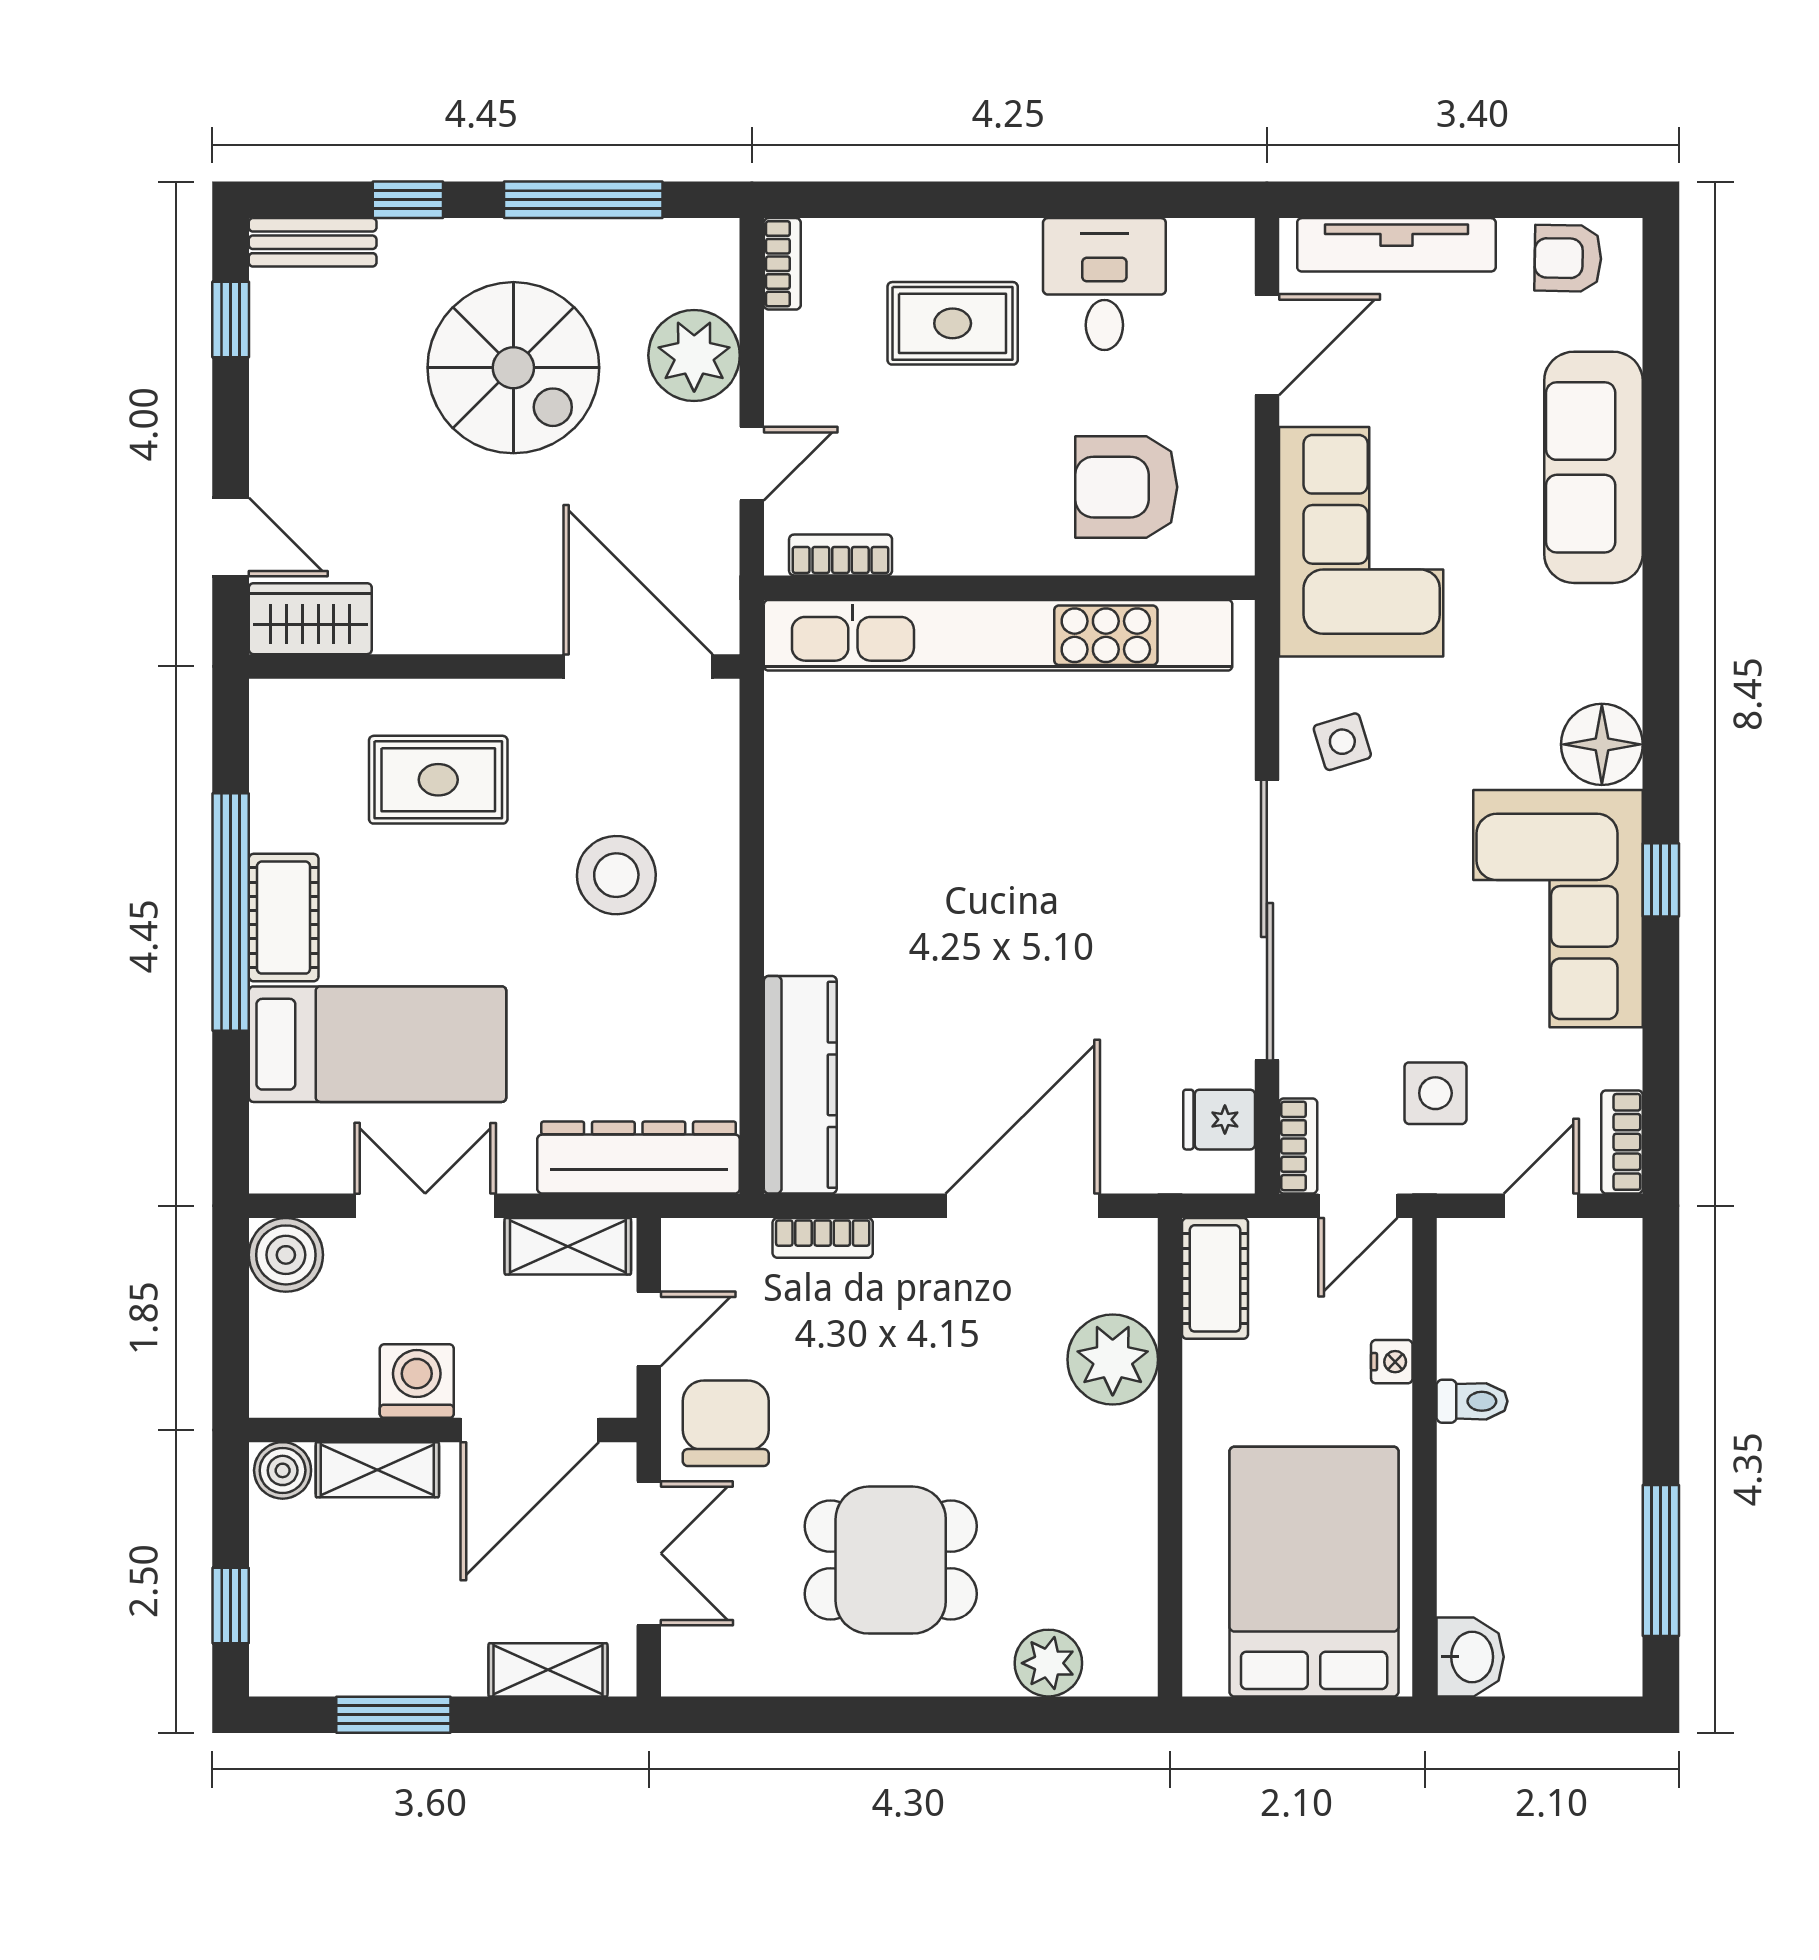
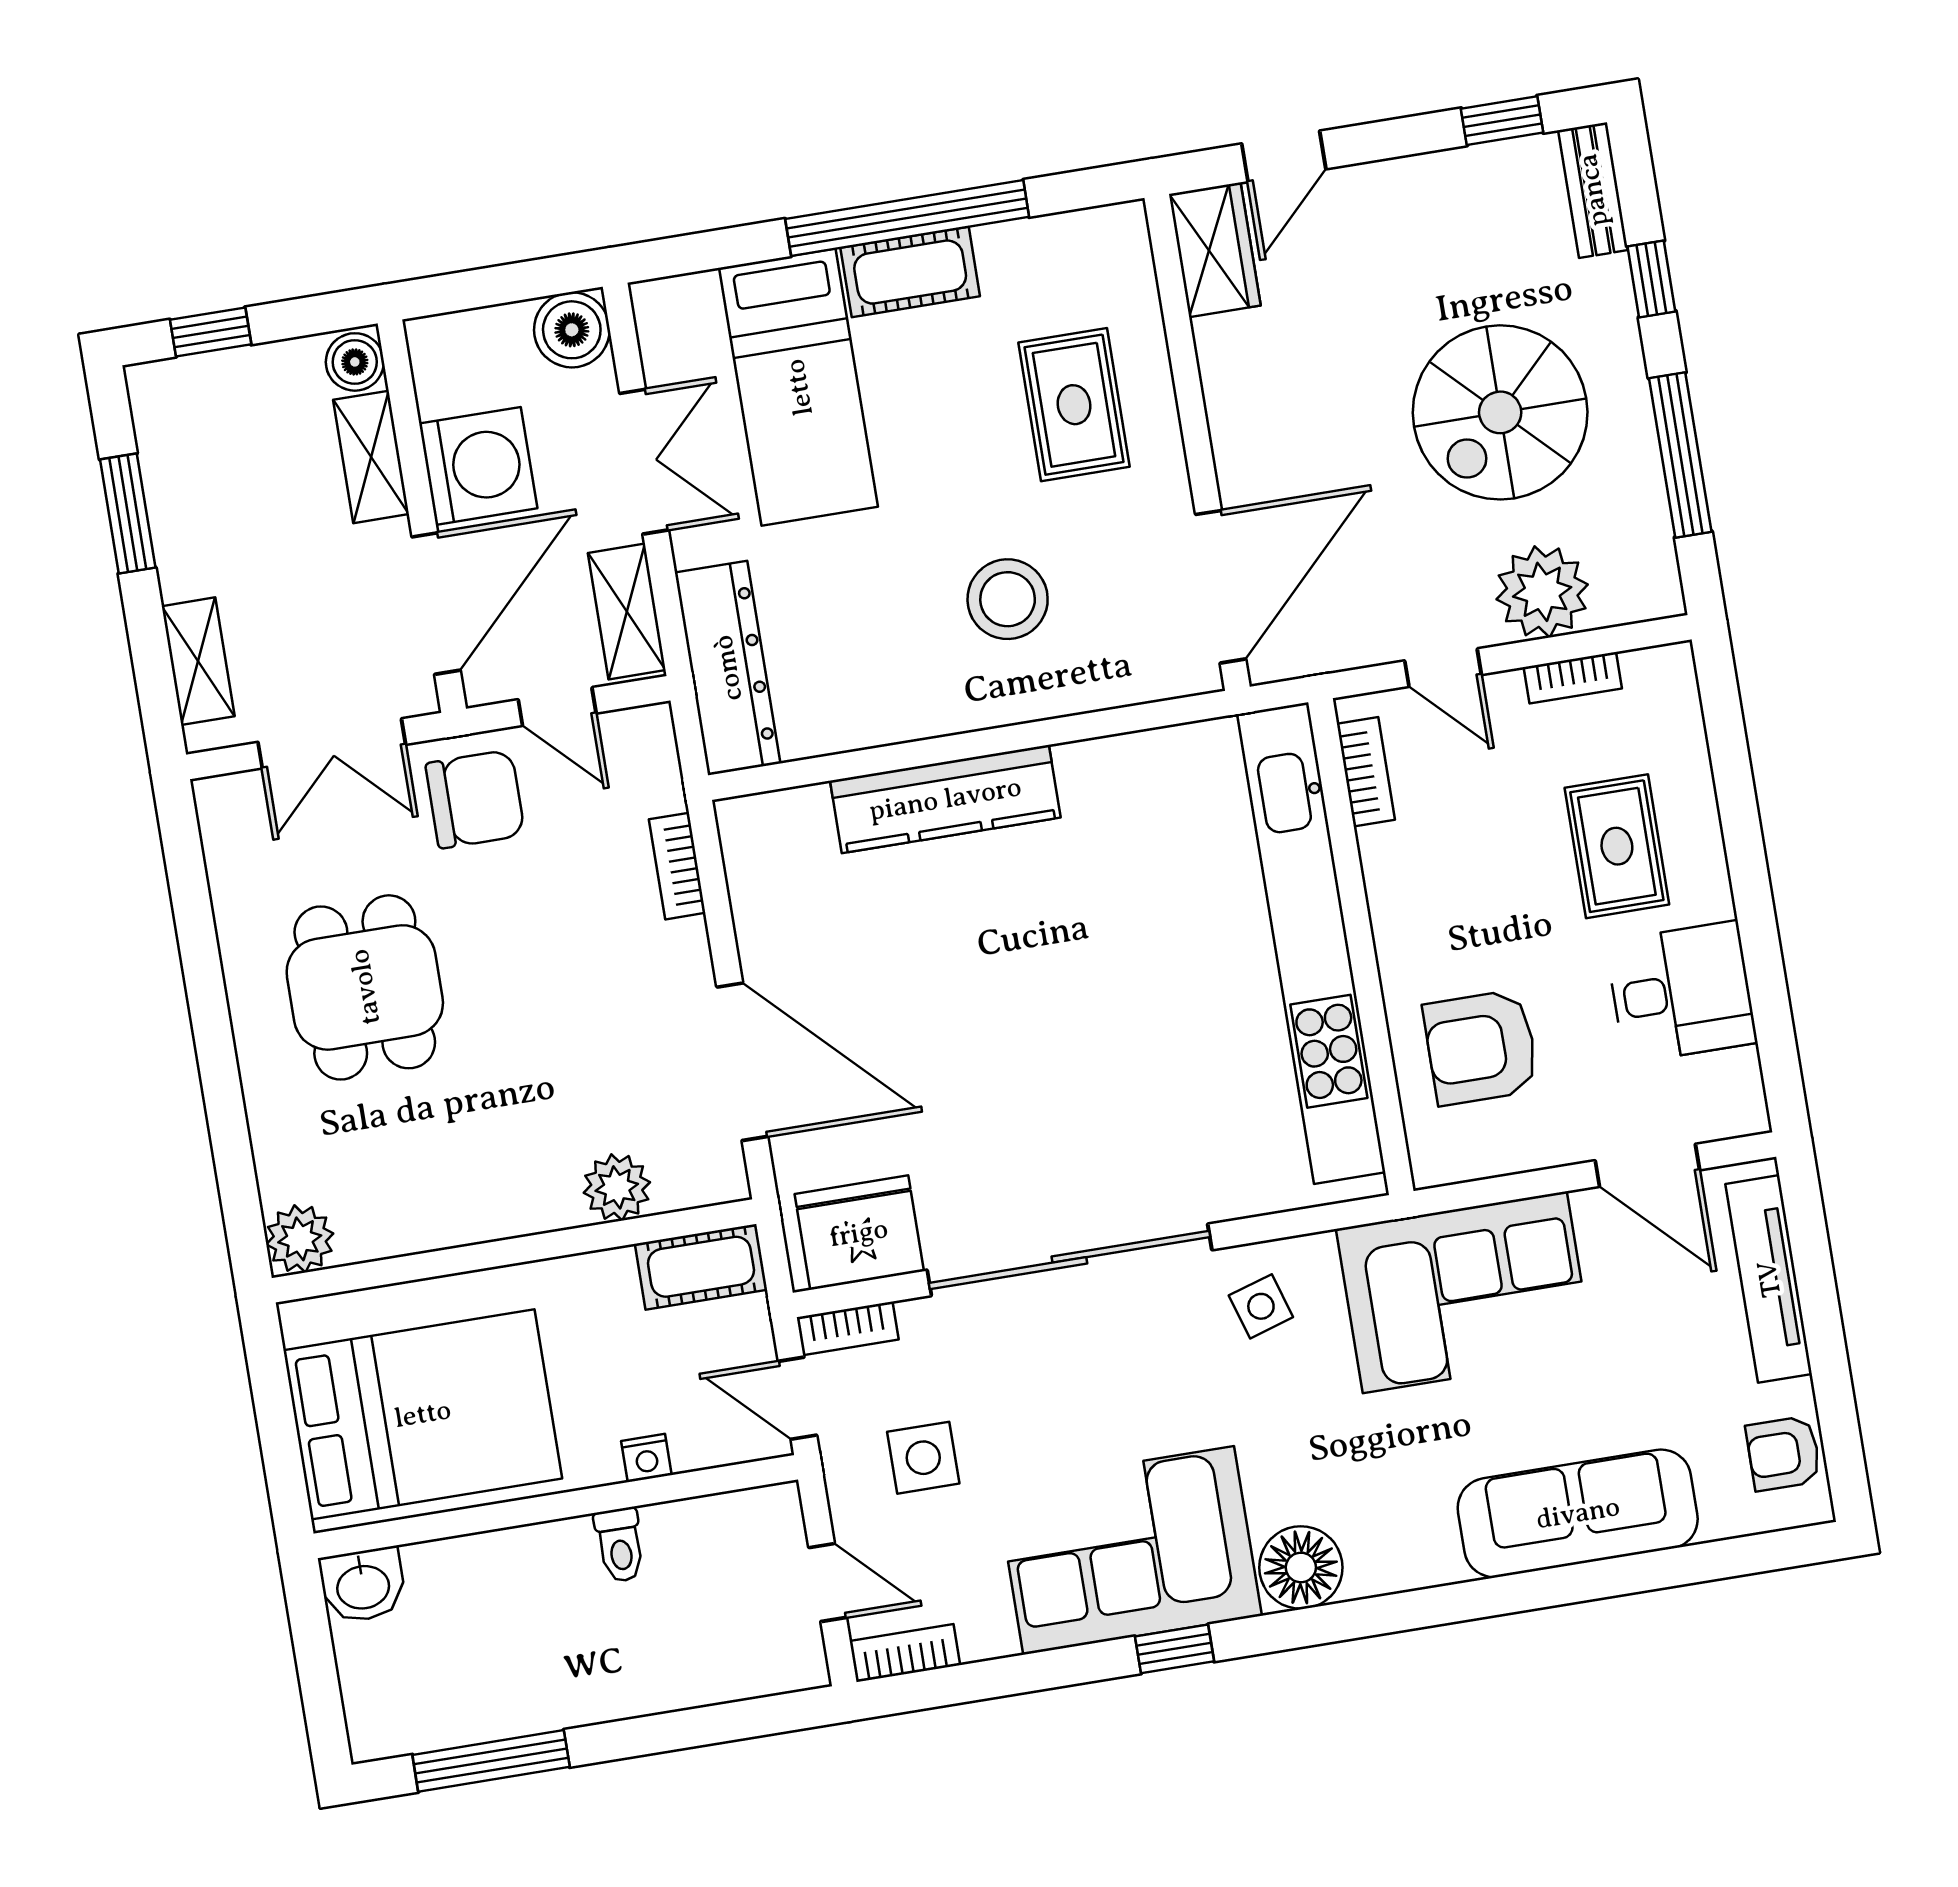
armchair: (1568, 258) -> (1783, 1453), turned -91
bookcase: (782, 264) -> (1573, 678), moved
armchair: (1126, 487) -> (1481, 1047), turned -90
kitchen counter: (800, 1085) -> (945, 799), moved
fridge: (1219, 1120) -> (859, 1233), width x1.88, depth x1.34
plant: (1113, 1360) -> (617, 1187), width x0.73, depth x0.73
washing machine: (417, 1381) -> (478, 466), width x1.37, depth x1.37
door: (530, 1430) -> (436, 604), swing flipped
plant: (1048, 1663) -> (300, 1239), moved

